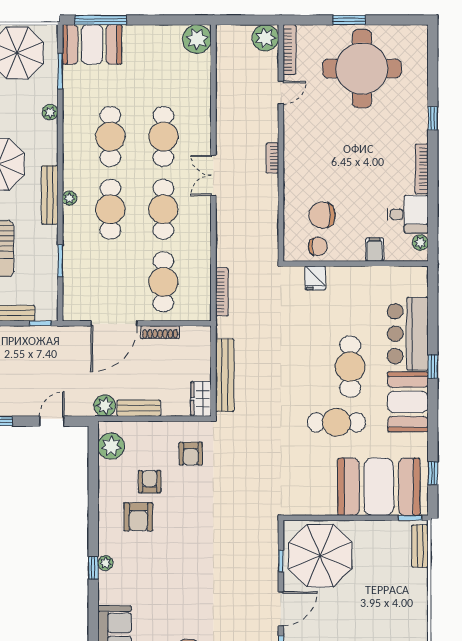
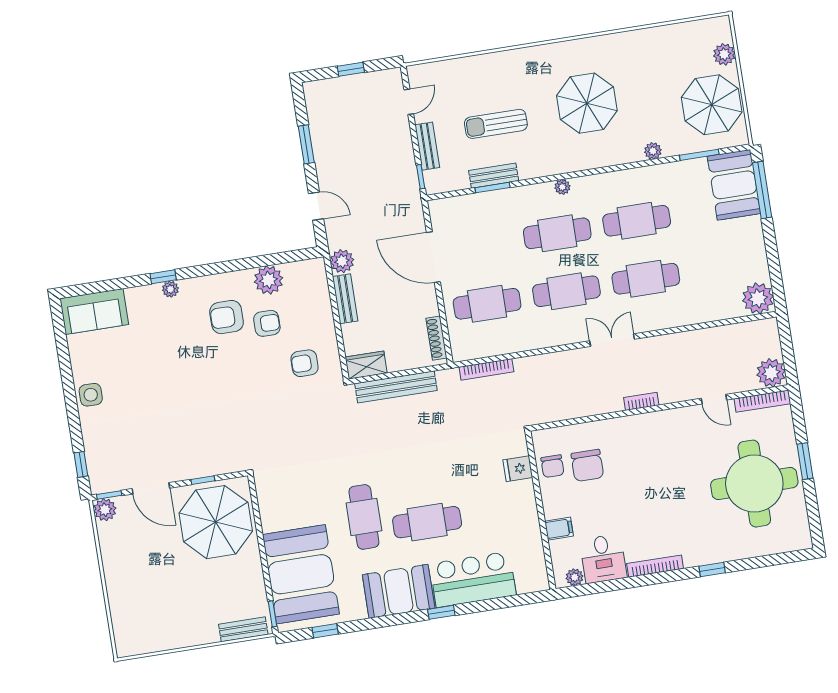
bench: (50, 195) -> (494, 176), moved, width x0.73
chair: (322, 215) -> (587, 466), turned 180
shoe rack: (160, 332) -> (436, 338), moved
plant: (111, 446) -> (268, 280), moved

